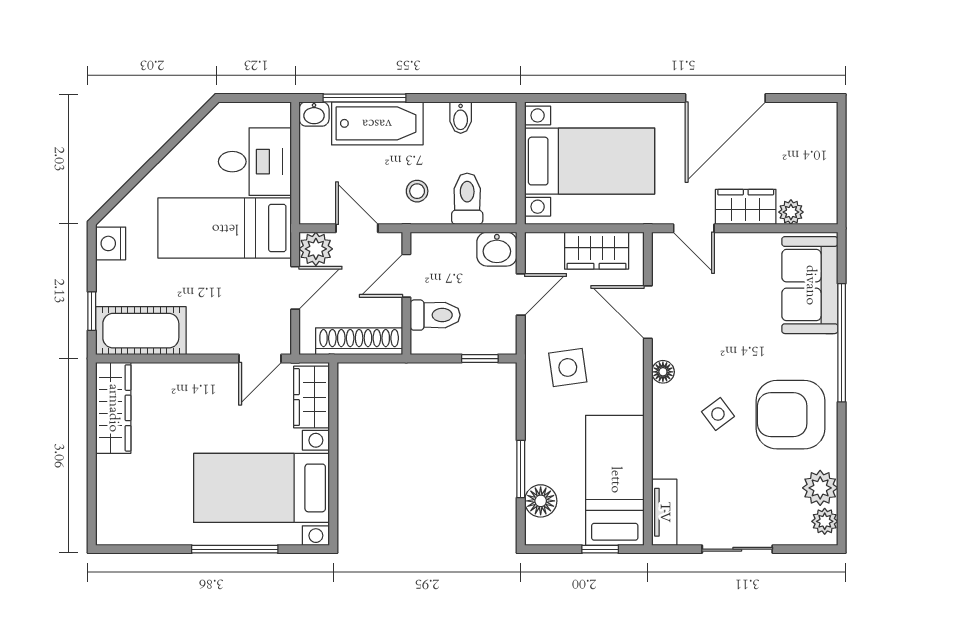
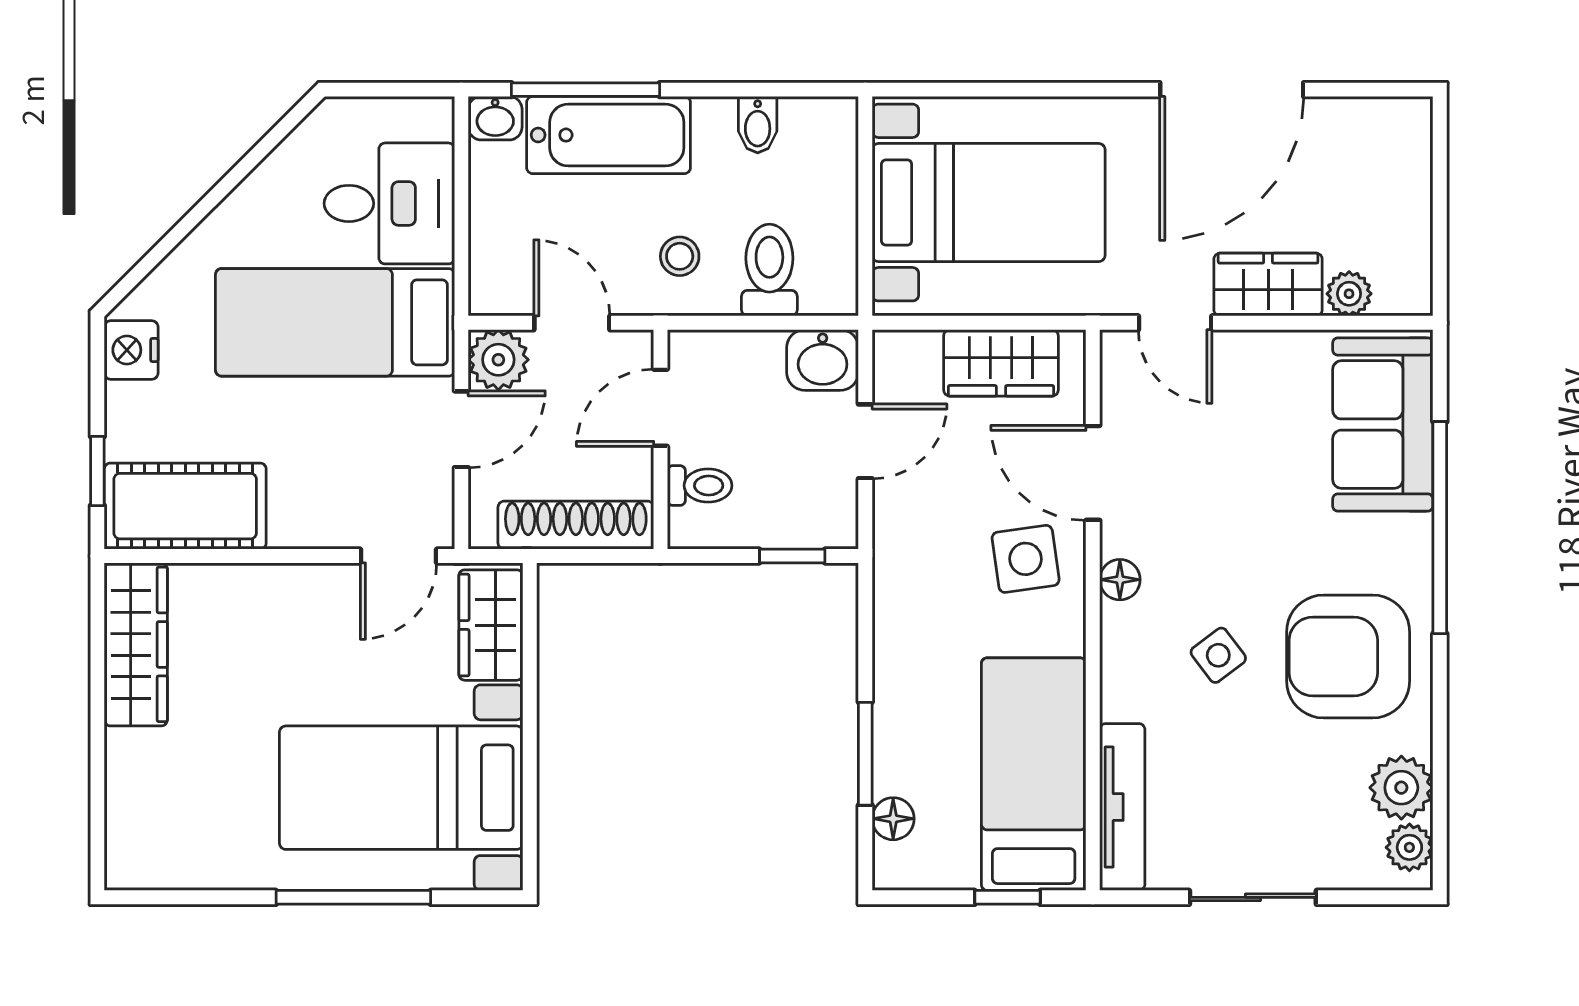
toilet: (435, 315) -> (700, 486), width x0.73, depth x0.72
side table: (568, 367) -> (1026, 559), moved
floor lamp: (541, 501) -> (893, 819), width x0.73, depth x0.73
tv unit: (664, 512) -> (1122, 807), width x1.41

